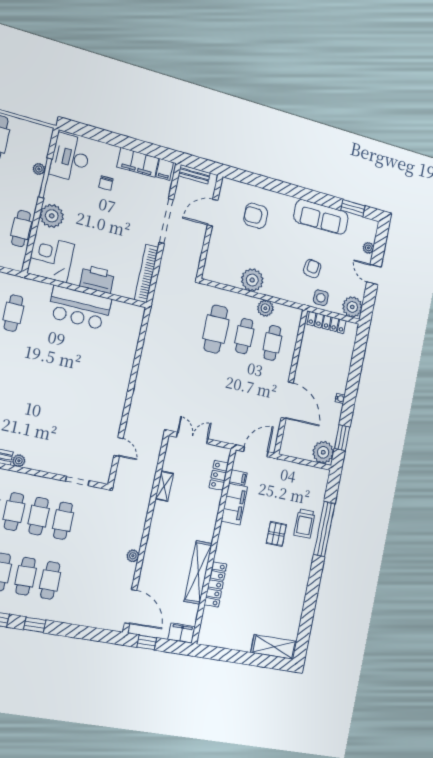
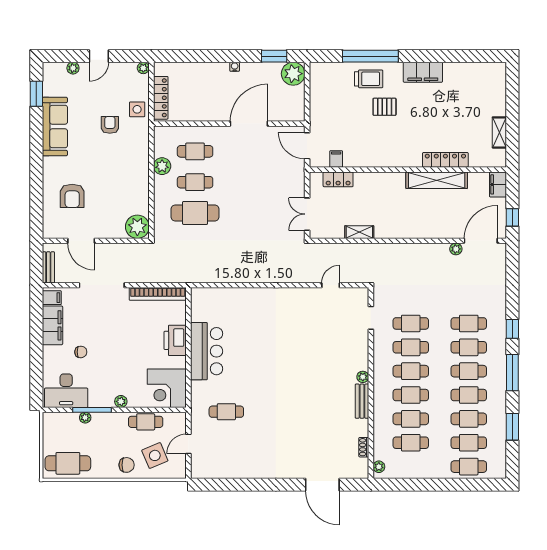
plant: (52, 216) -> (121, 401), width x0.53, depth x0.53
armchair: (312, 269) -> (110, 125), turned 82
plant: (252, 280) -> (137, 227), moved
plant: (352, 307) -> (143, 68), width x0.53, depth x0.53
filing cabinet: (234, 504) -> (423, 72), moved, turned 180
plant: (133, 556) -> (456, 249), moved
shelving: (274, 647) -> (499, 132), moved, width x0.67, depth x0.75

